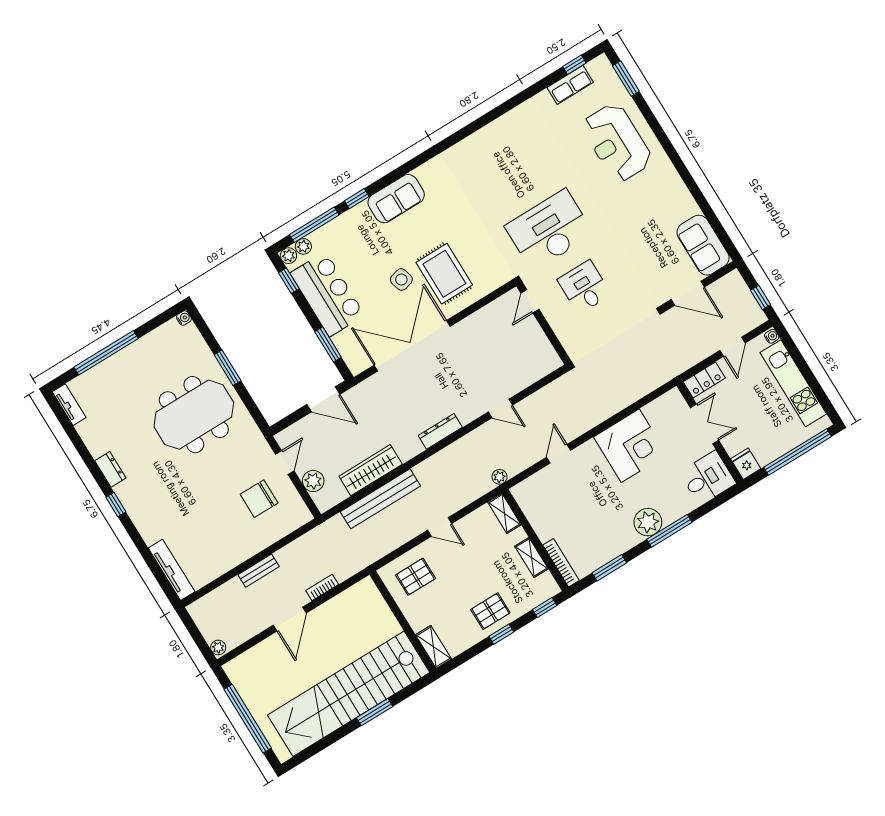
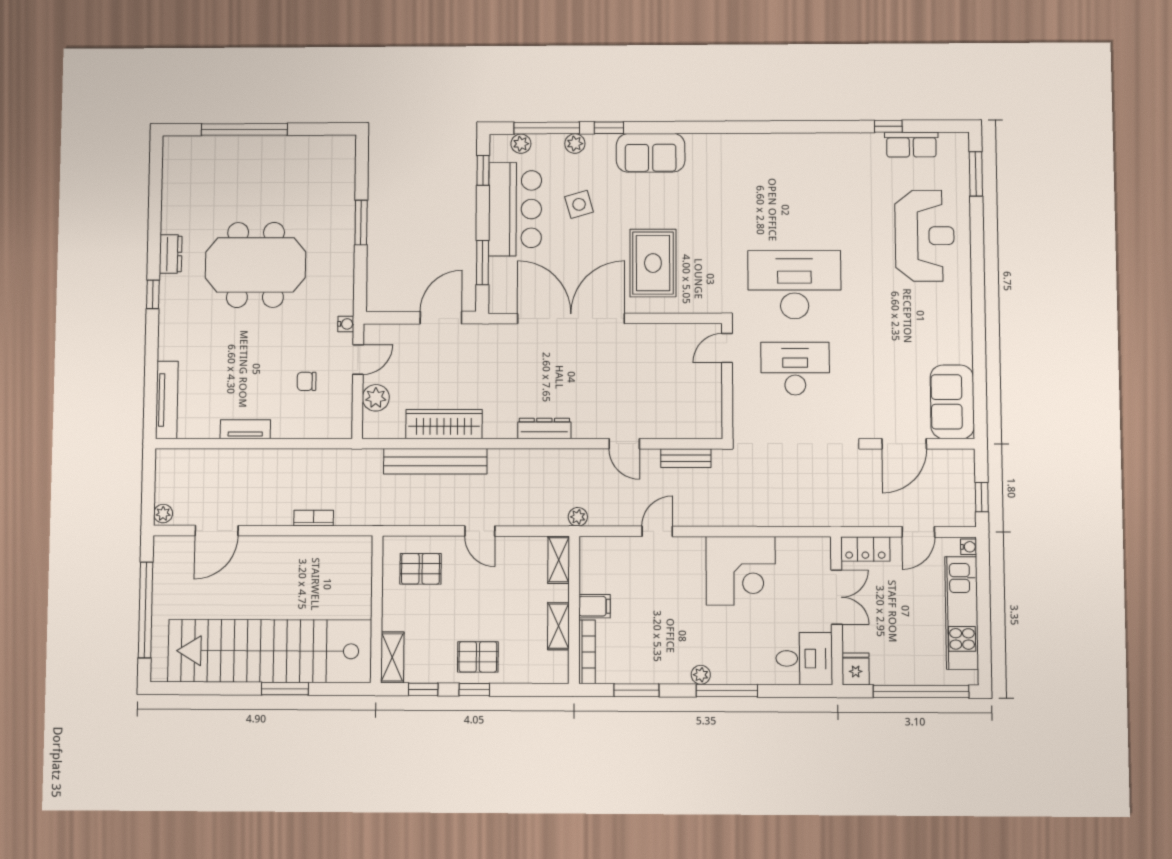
window: (574, 65) -> (888, 126), moved
reception desk: (617, 143) -> (925, 236), turned 180
plant: (288, 256) -> (575, 144), moved
side table: (401, 279) -> (579, 204), moved
desk: (584, 287) -> (795, 369), width x1.37
door: (688, 293) -> (904, 444), hinge flipped
water cooler: (184, 318) -> (346, 324), moved
door: (323, 399) -> (441, 318), swing flipped
tv unit: (69, 405) -> (245, 429), moved, turned -90
meeting table: (194, 415) -> (255, 265), moved
chair: (259, 499) -> (307, 381), width x0.54, depth x0.54
plant: (648, 522) -> (701, 675), width x0.53, depth x0.53
filing cabinet: (547, 529) -> (595, 606), added
bench: (259, 571) -> (686, 458), moved
window: (545, 608) -> (423, 689), moved
door: (290, 619) -> (217, 531), moved

